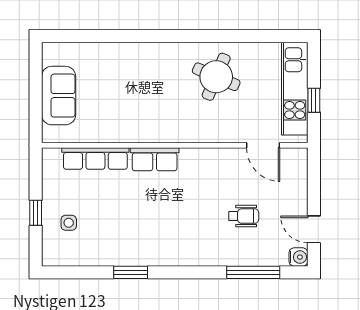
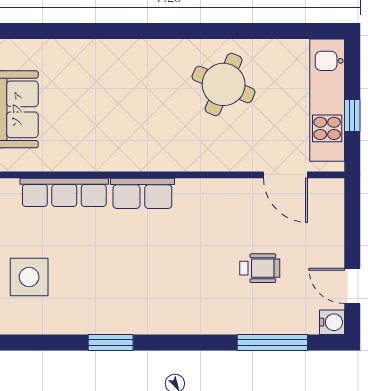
side table: (69, 223) -> (29, 277), width x1.87, depth x1.87

